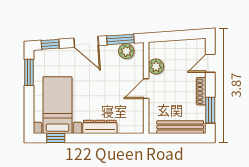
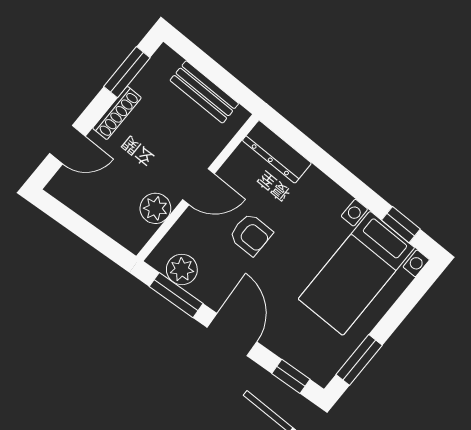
armchair: (111, 87) -> (251, 234), added
dresser: (100, 127) -> (277, 152), moved
bench: (180, 127) -> (204, 92), width x0.73

